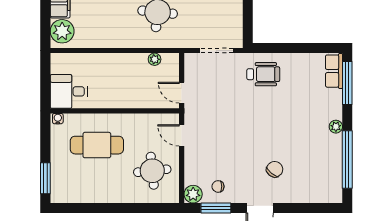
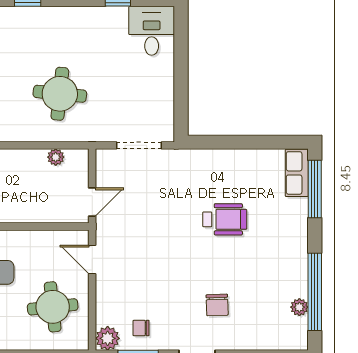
wheelchair: (263, 74) -> (225, 219), moved
door: (182, 93) -> (92, 202), swing flipped
plant: (336, 127) -> (299, 307), moved
chair: (275, 169) -> (217, 305), turned 139

